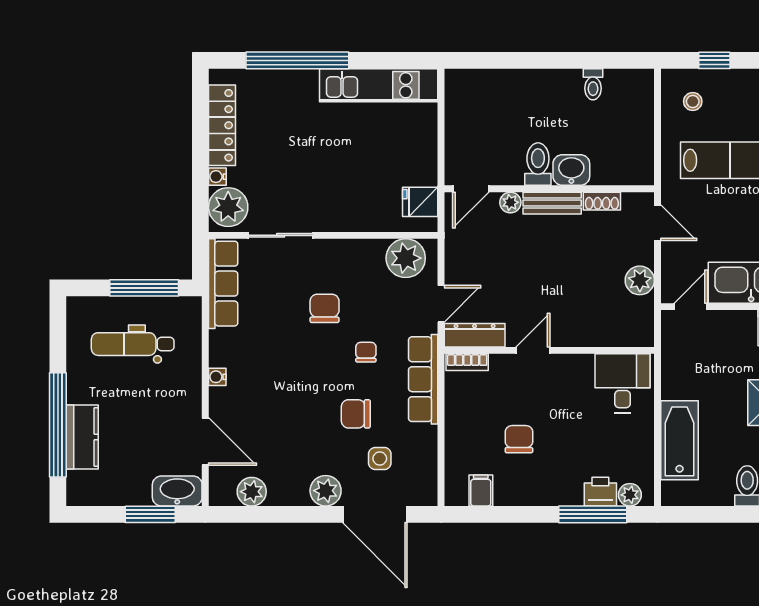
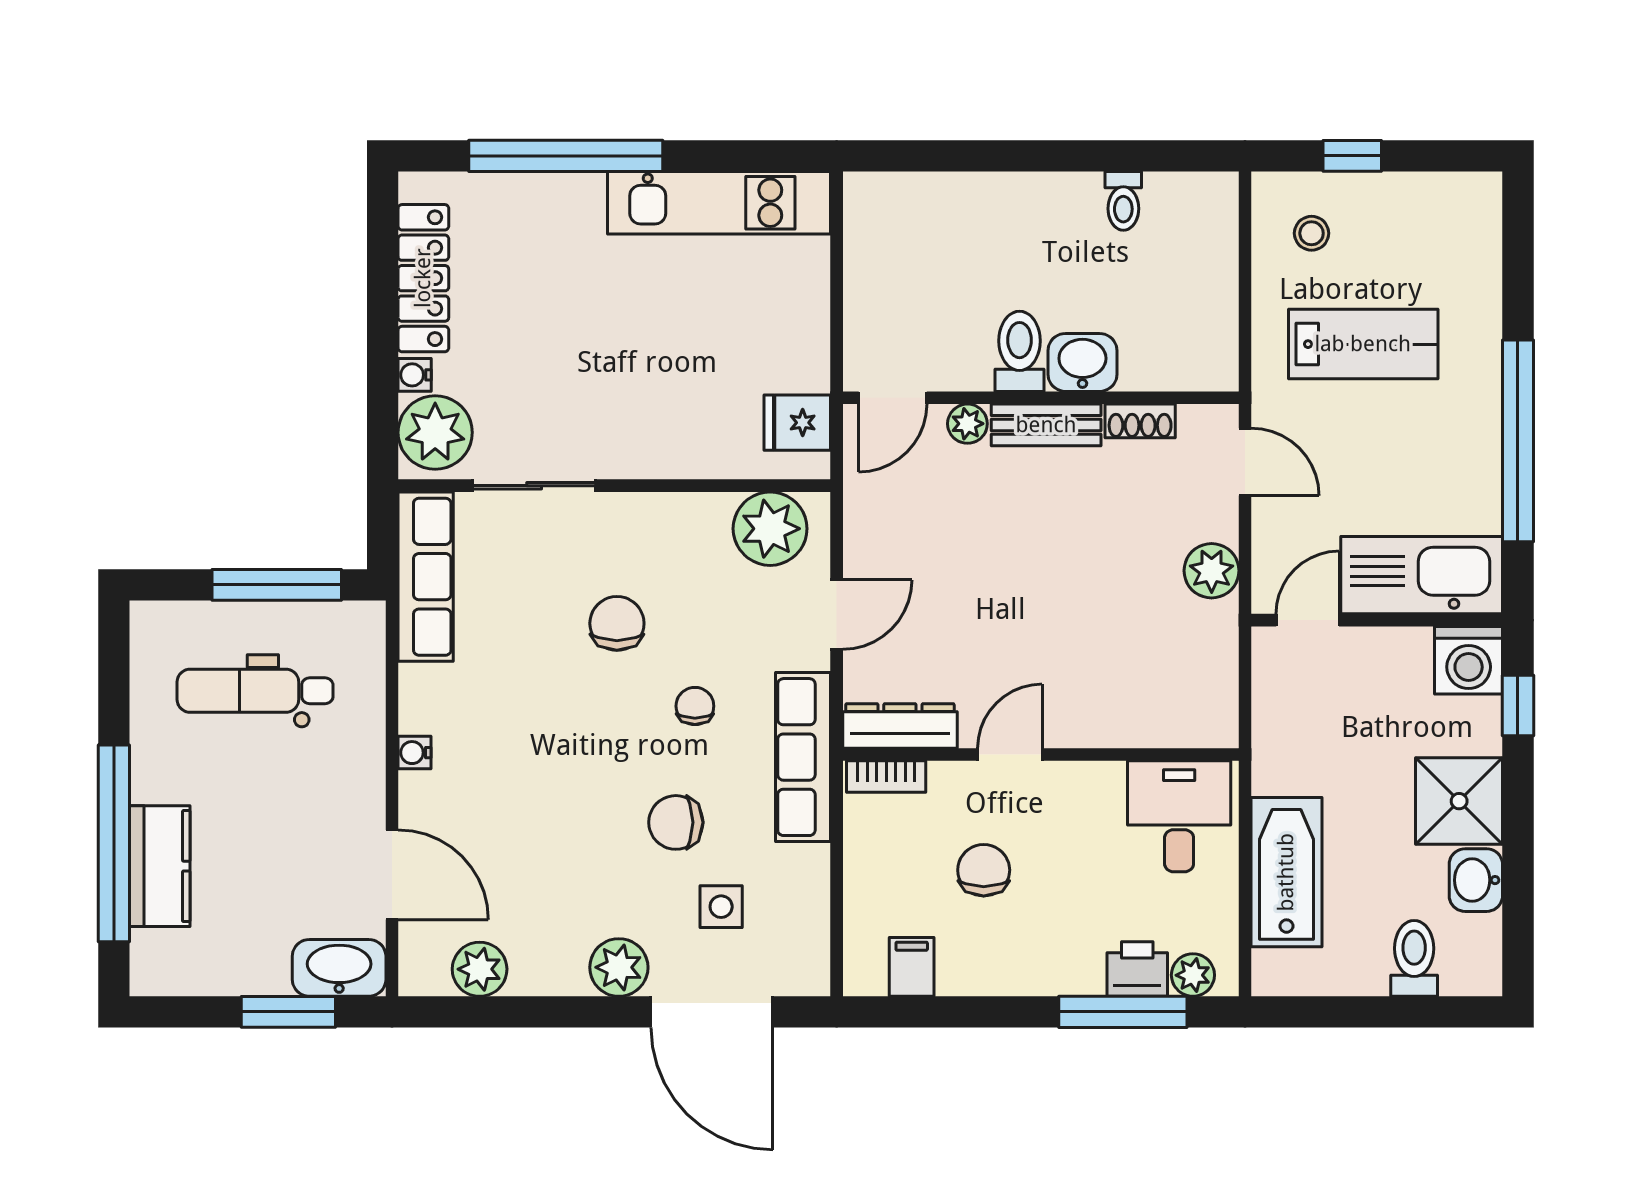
dresser: (475, 335) -> (900, 726), moved
door: (533, 350) -> (1010, 755), moved
wall: (549, 350) -> (1041, 755), moved
bookcase: (467, 362) -> (886, 777), moved
desk: (623, 383) -> (1179, 816), moved

